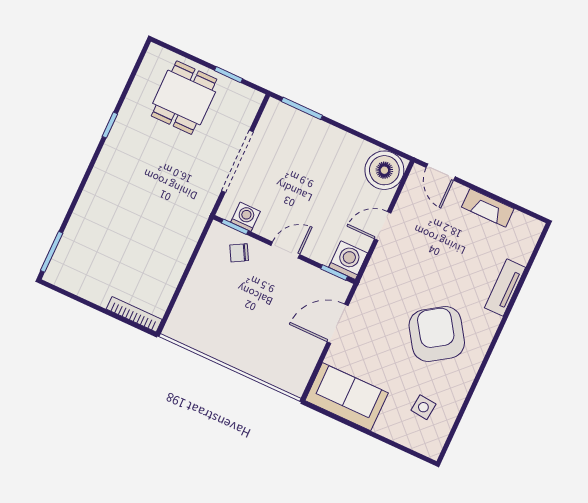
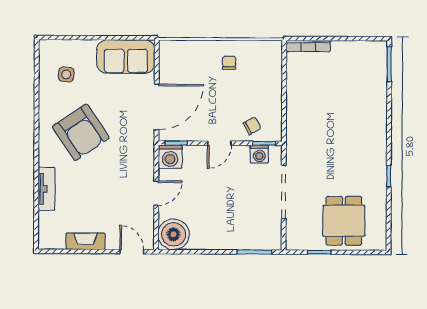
door: (338, 324) -> (157, 107), width x1.36
chair: (233, 336) -> (229, 63), added

